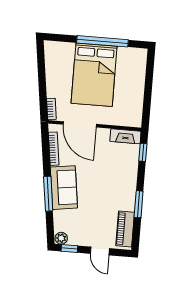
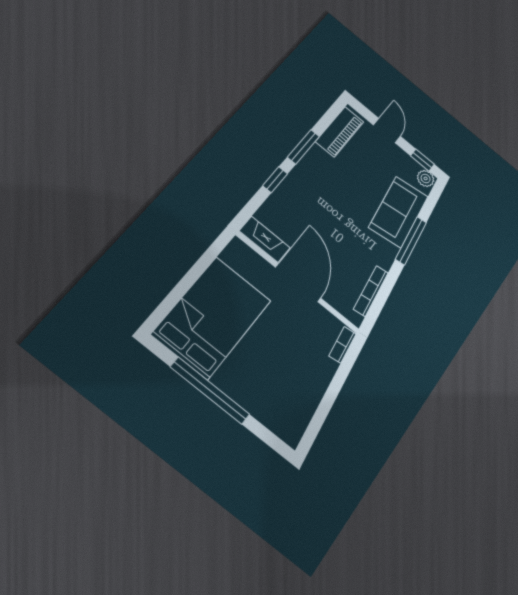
bed: (94, 75) -> (212, 317), moved
door: (80, 124) -> (298, 283), moved
window: (143, 152) -> (275, 180), moved
sofa: (64, 188) -> (398, 212), moved

